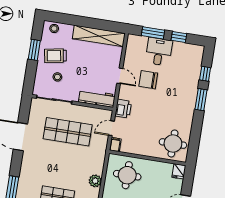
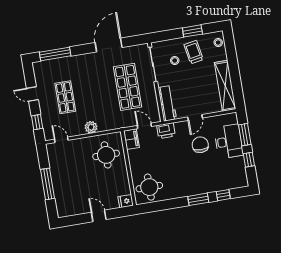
desk: (159, 52) -> (229, 141), width x1.37
filing cabinet: (115, 144) -> (131, 139), width x2.00

